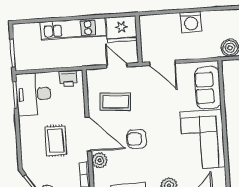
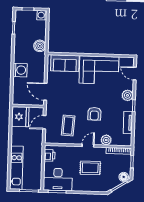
kitchen unit: (73, 29) -> (16, 168), moved
door: (163, 63) -> (45, 92), swing flipped
door: (88, 134) -> (88, 146), width x0.53

